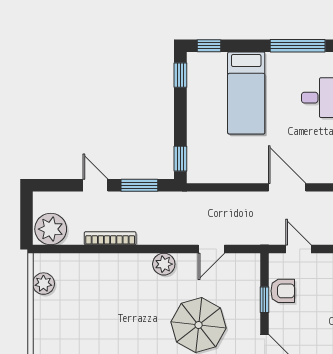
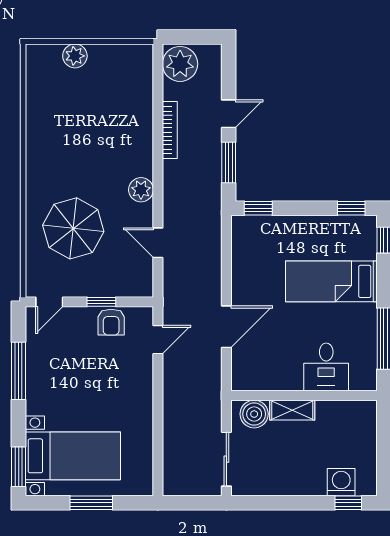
plant: (43, 284) -> (75, 56), moved

